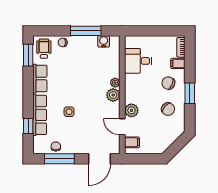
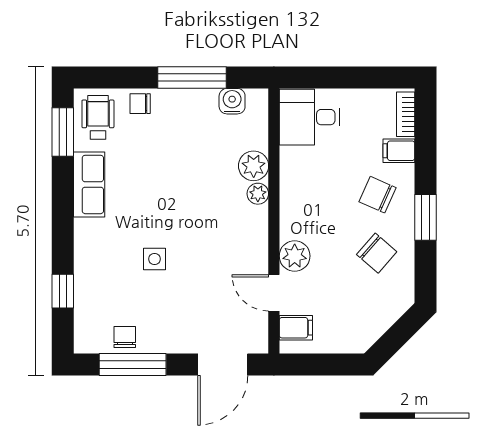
desk: (138, 61) -> (309, 117), moved
plant: (113, 95) -> (254, 166), moved
row of seats: (40, 115) -> (89, 266), removed

